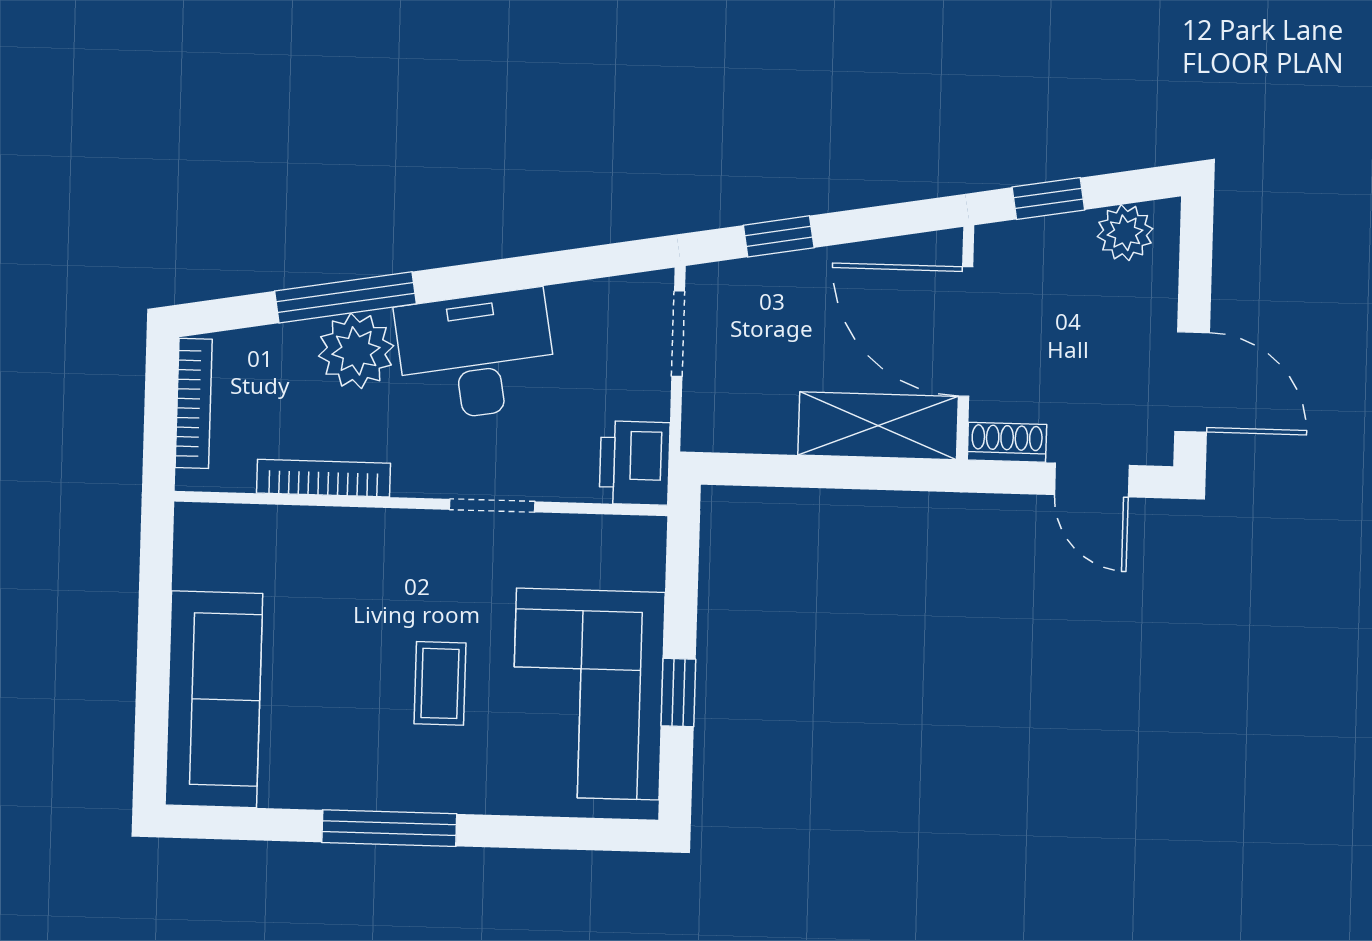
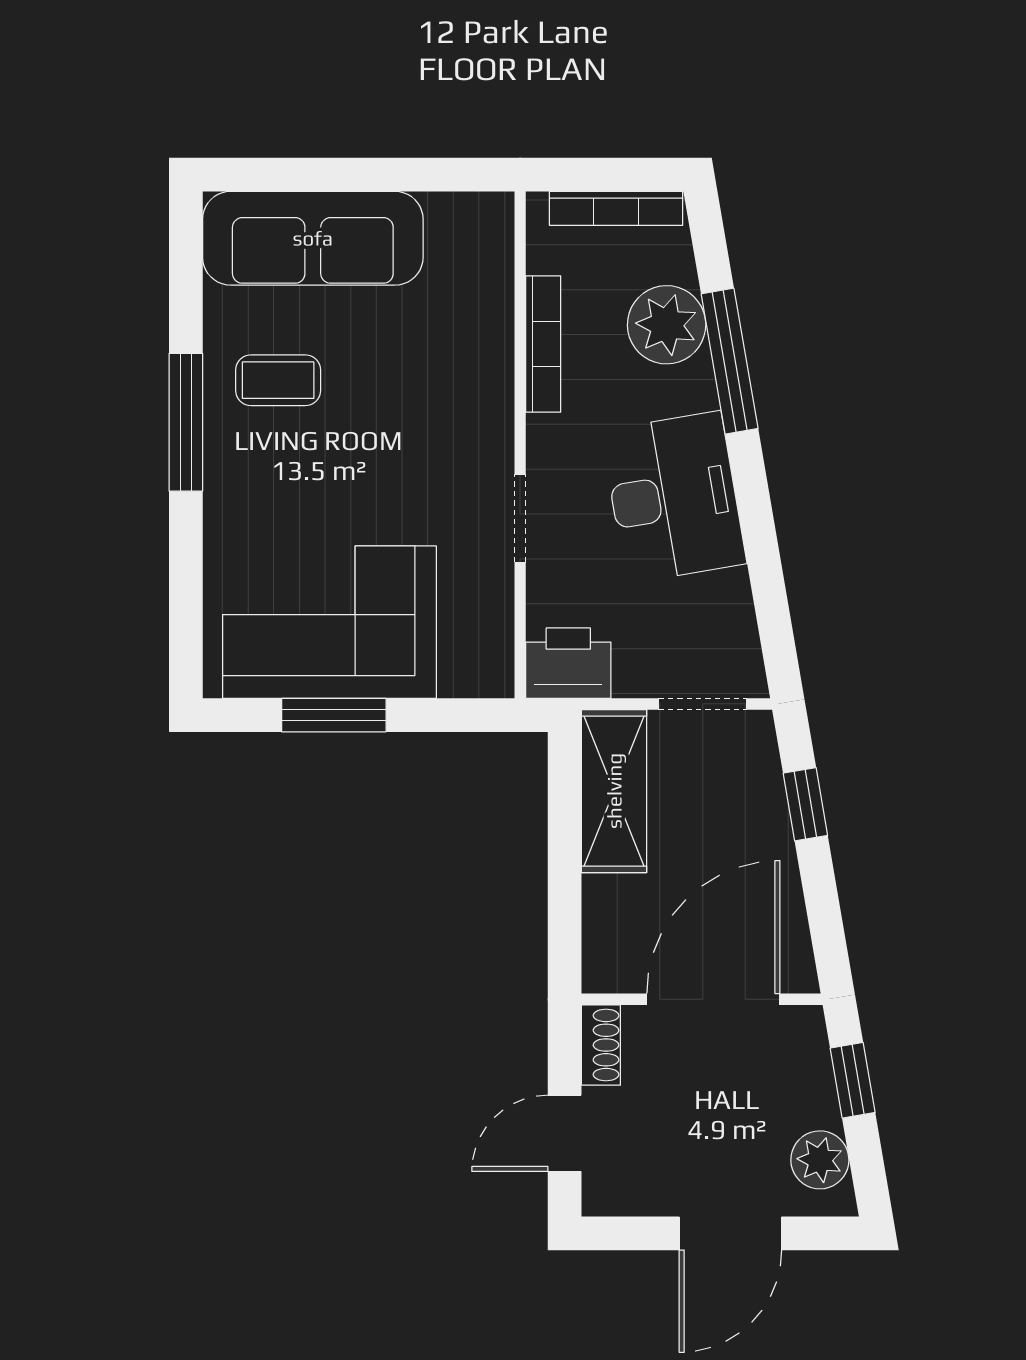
plant: (356, 351) -> (667, 325), moved
door: (1192, 382) -> (730, 1233), moved
shelving: (878, 426) -> (614, 791), moved
coffee table: (440, 683) -> (278, 380), moved
window: (678, 693) -> (334, 715), width x1.50

